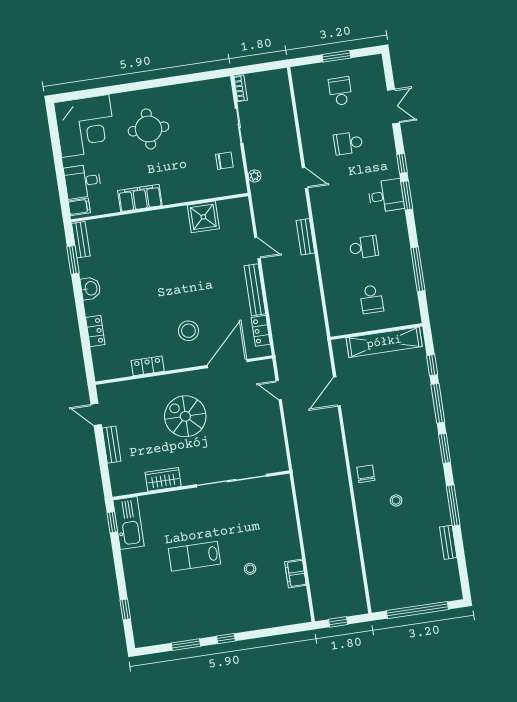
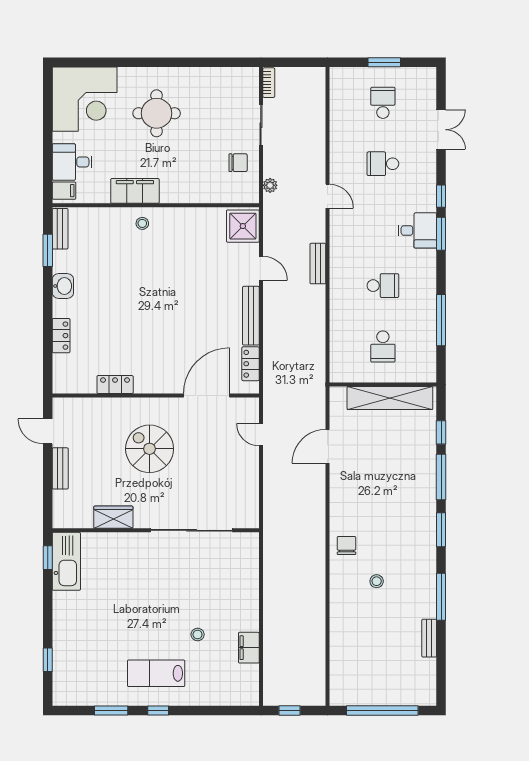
shower: (203, 217) -> (243, 226), moved
stool: (188, 331) -> (142, 223), moved, width x0.53, depth x0.53
lab bench: (194, 556) -> (156, 673), moved

